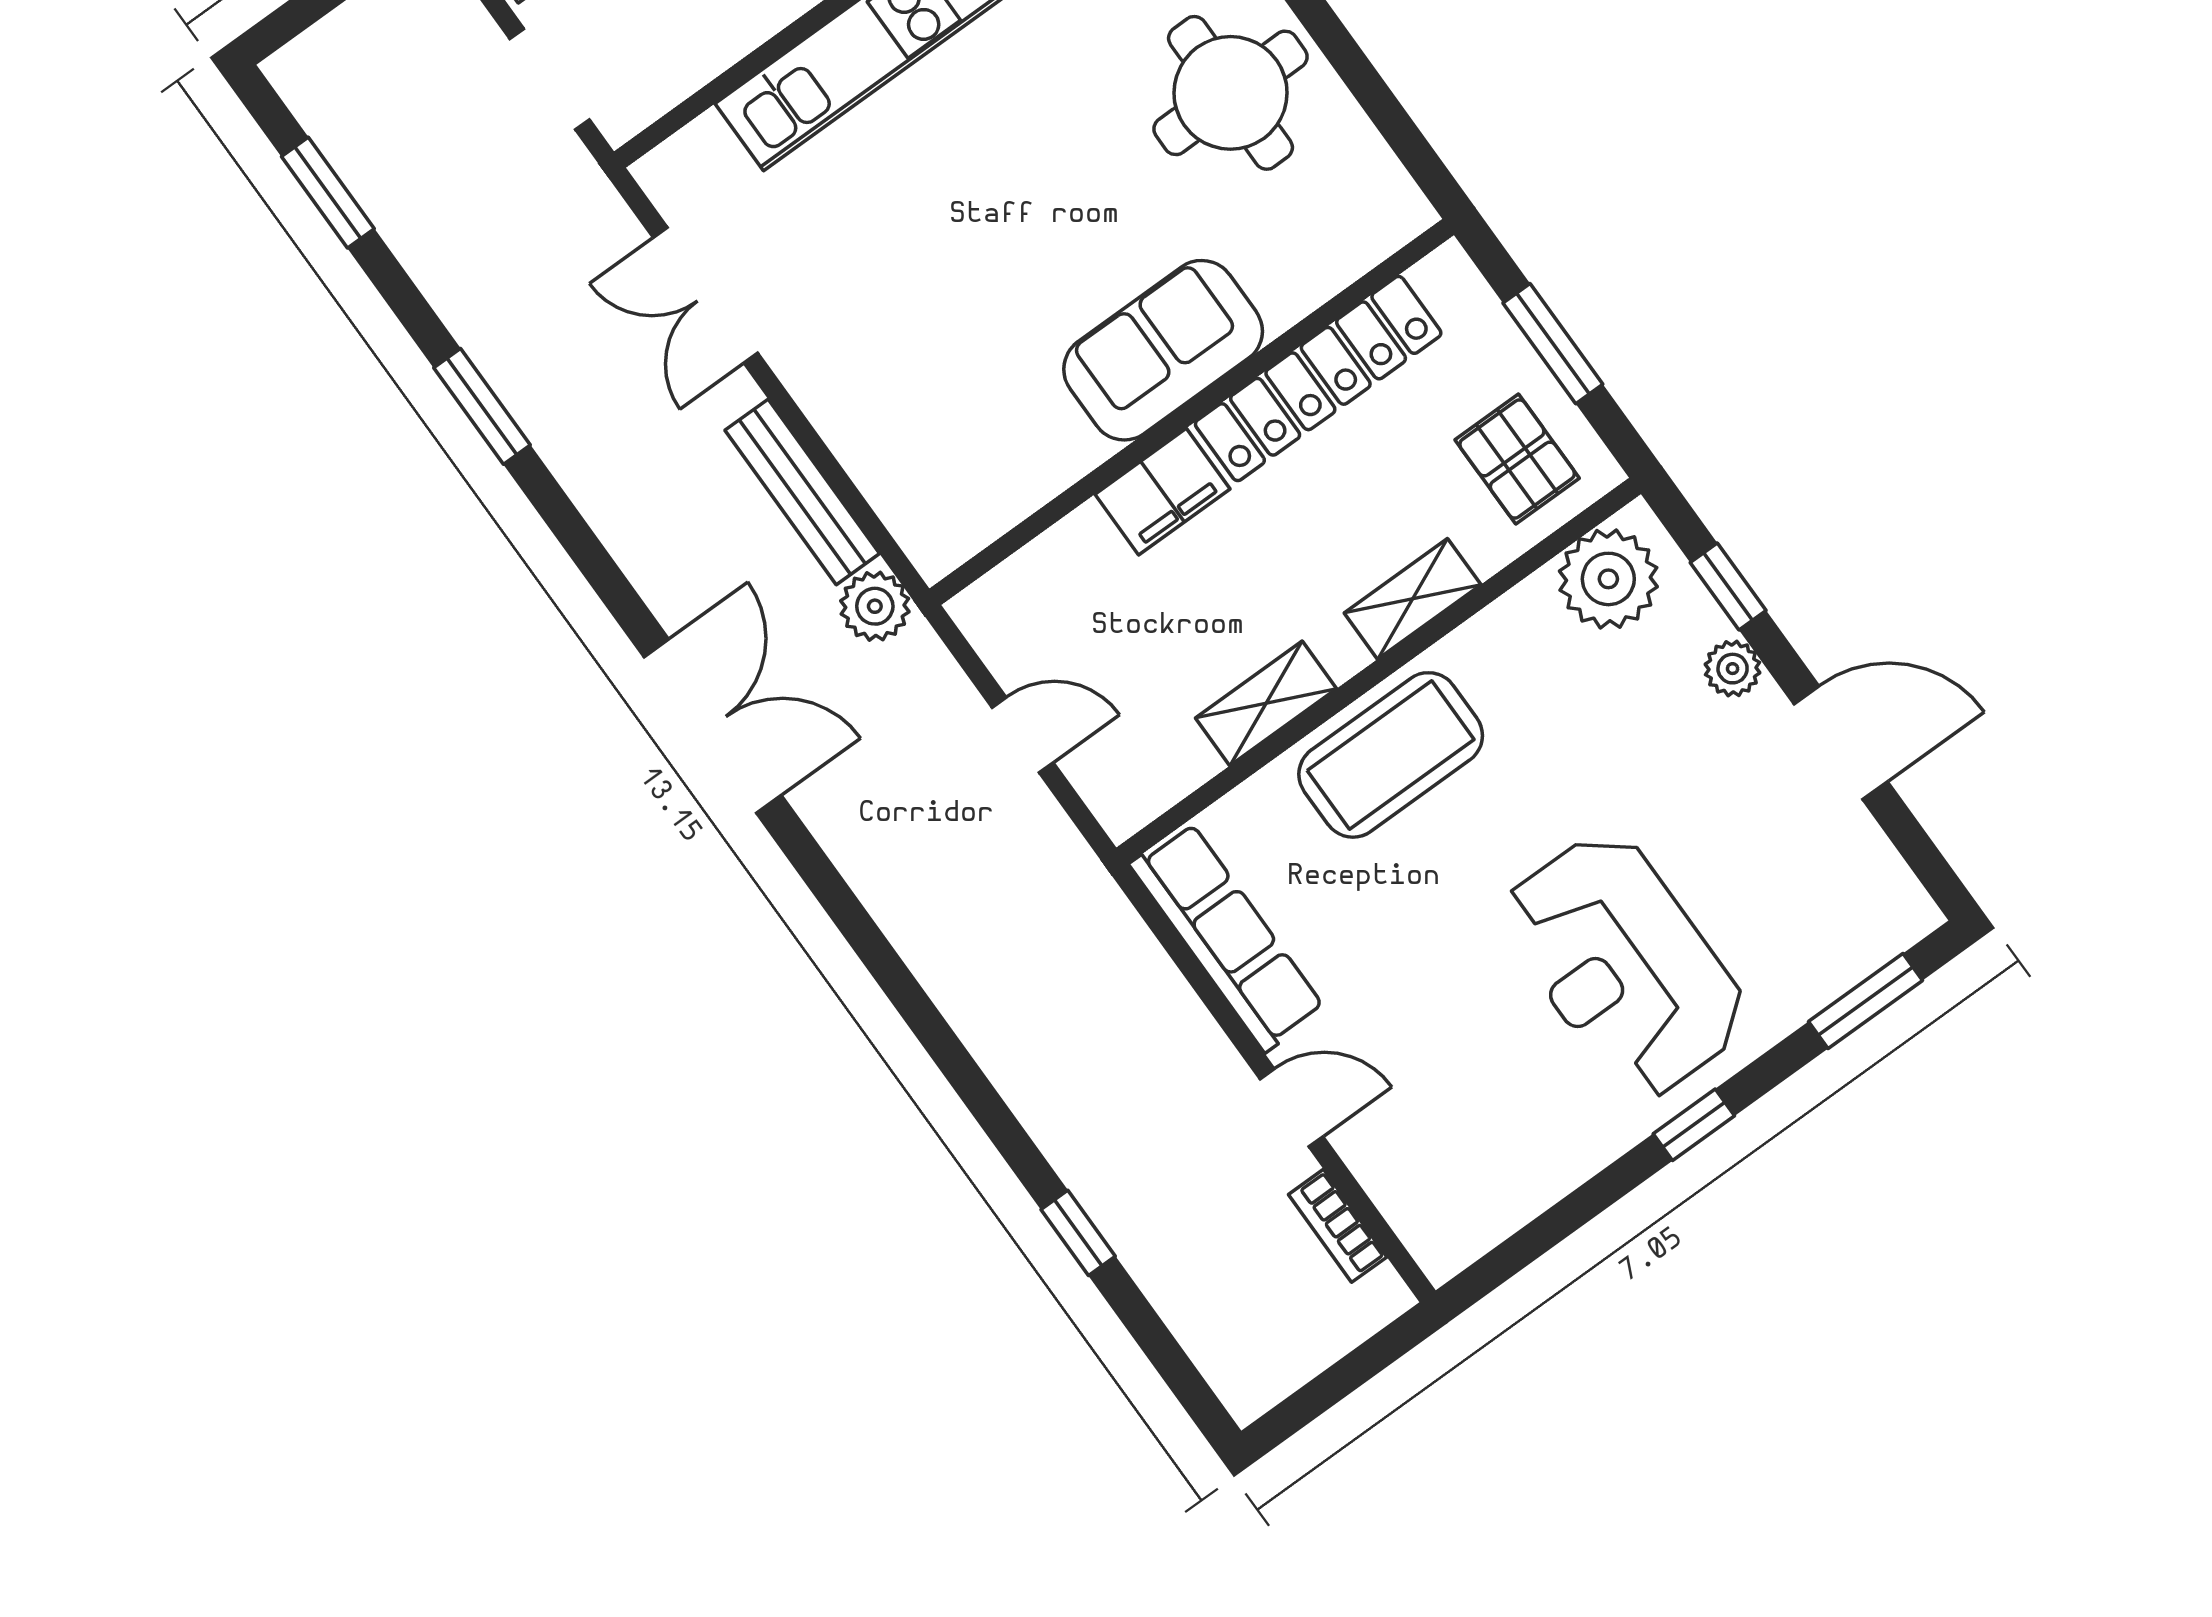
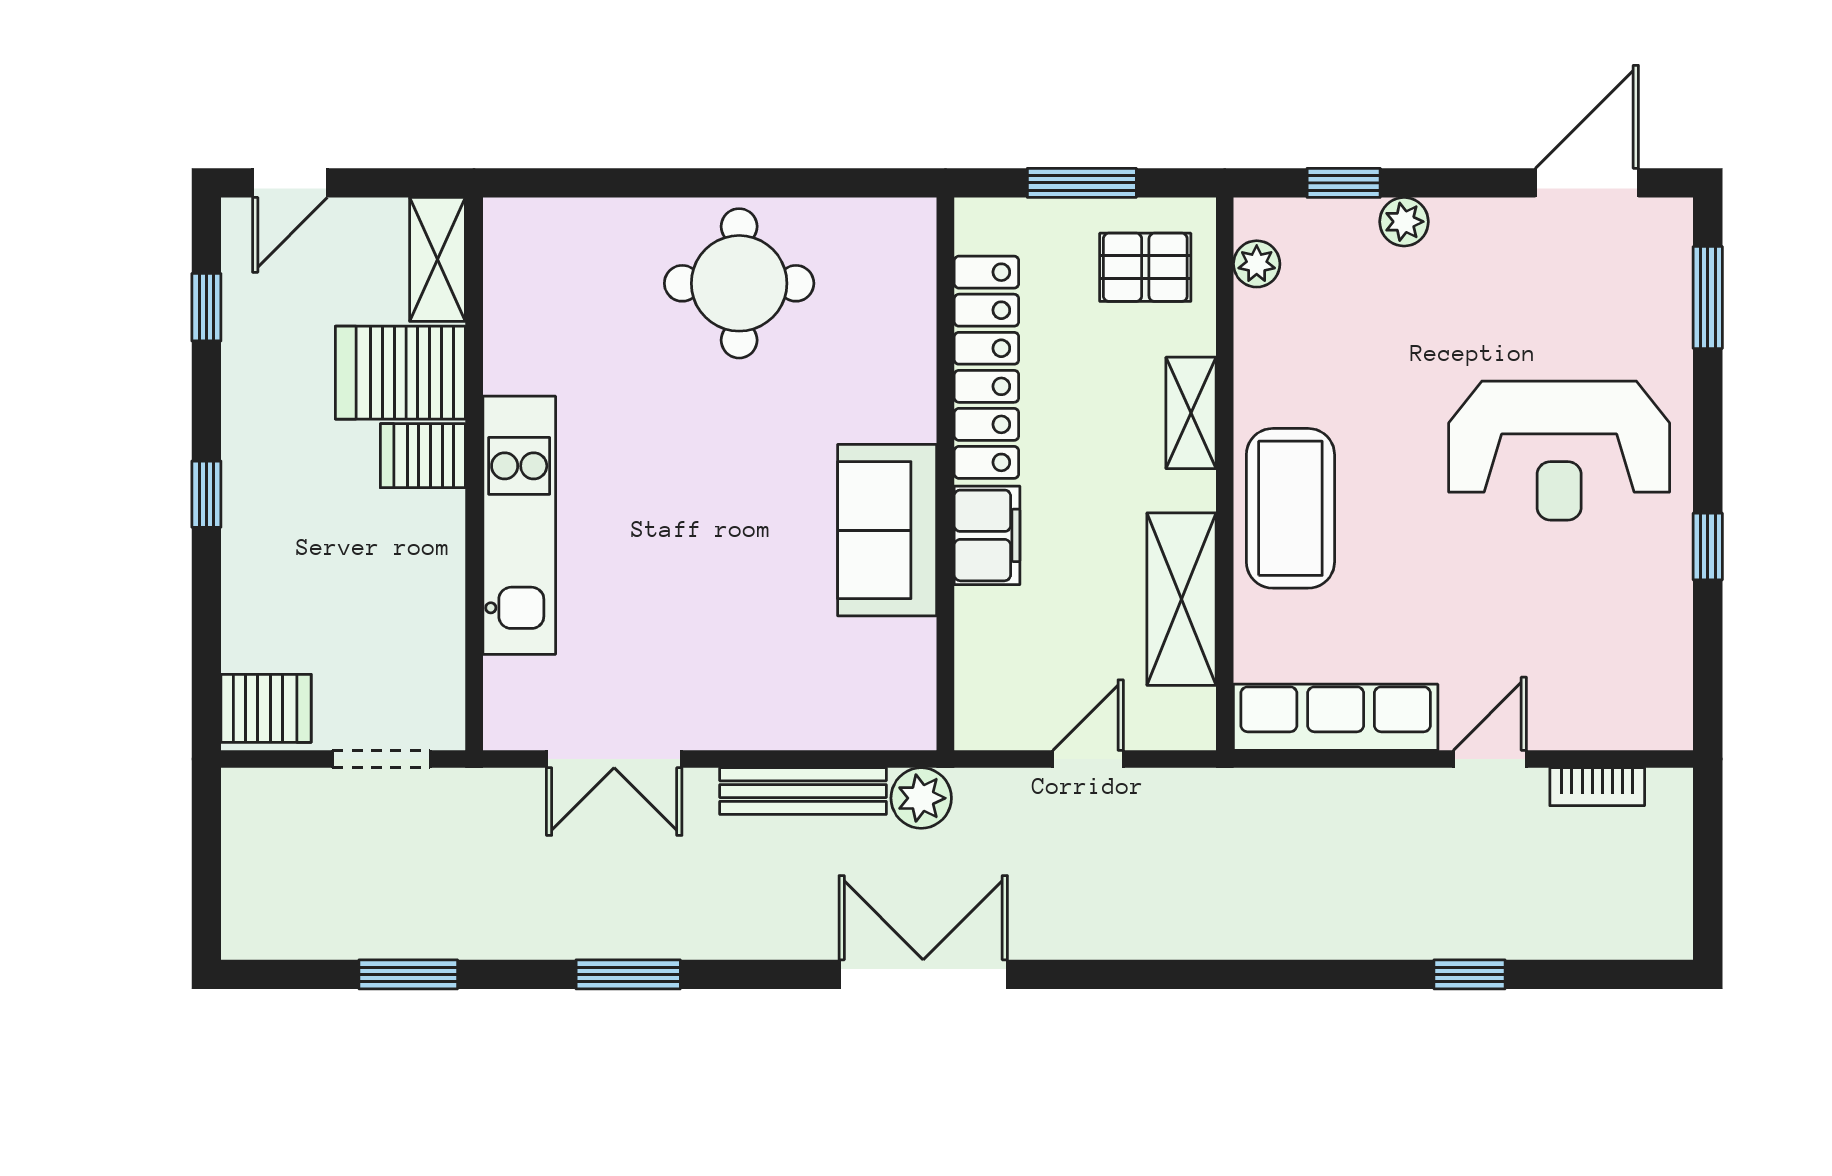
window: (328, 193) -> (408, 974), moved
sofa: (1163, 350) -> (887, 530), moved
window: (482, 406) -> (628, 974), moved
plant: (1608, 579) -> (1257, 264), width x0.53, depth x0.53
shelving: (1266, 703) -> (1181, 599), width x1.50, depth x1.33
door: (1841, 743) -> (1587, 183), moved
window: (1694, 1125) -> (1708, 546), moved

